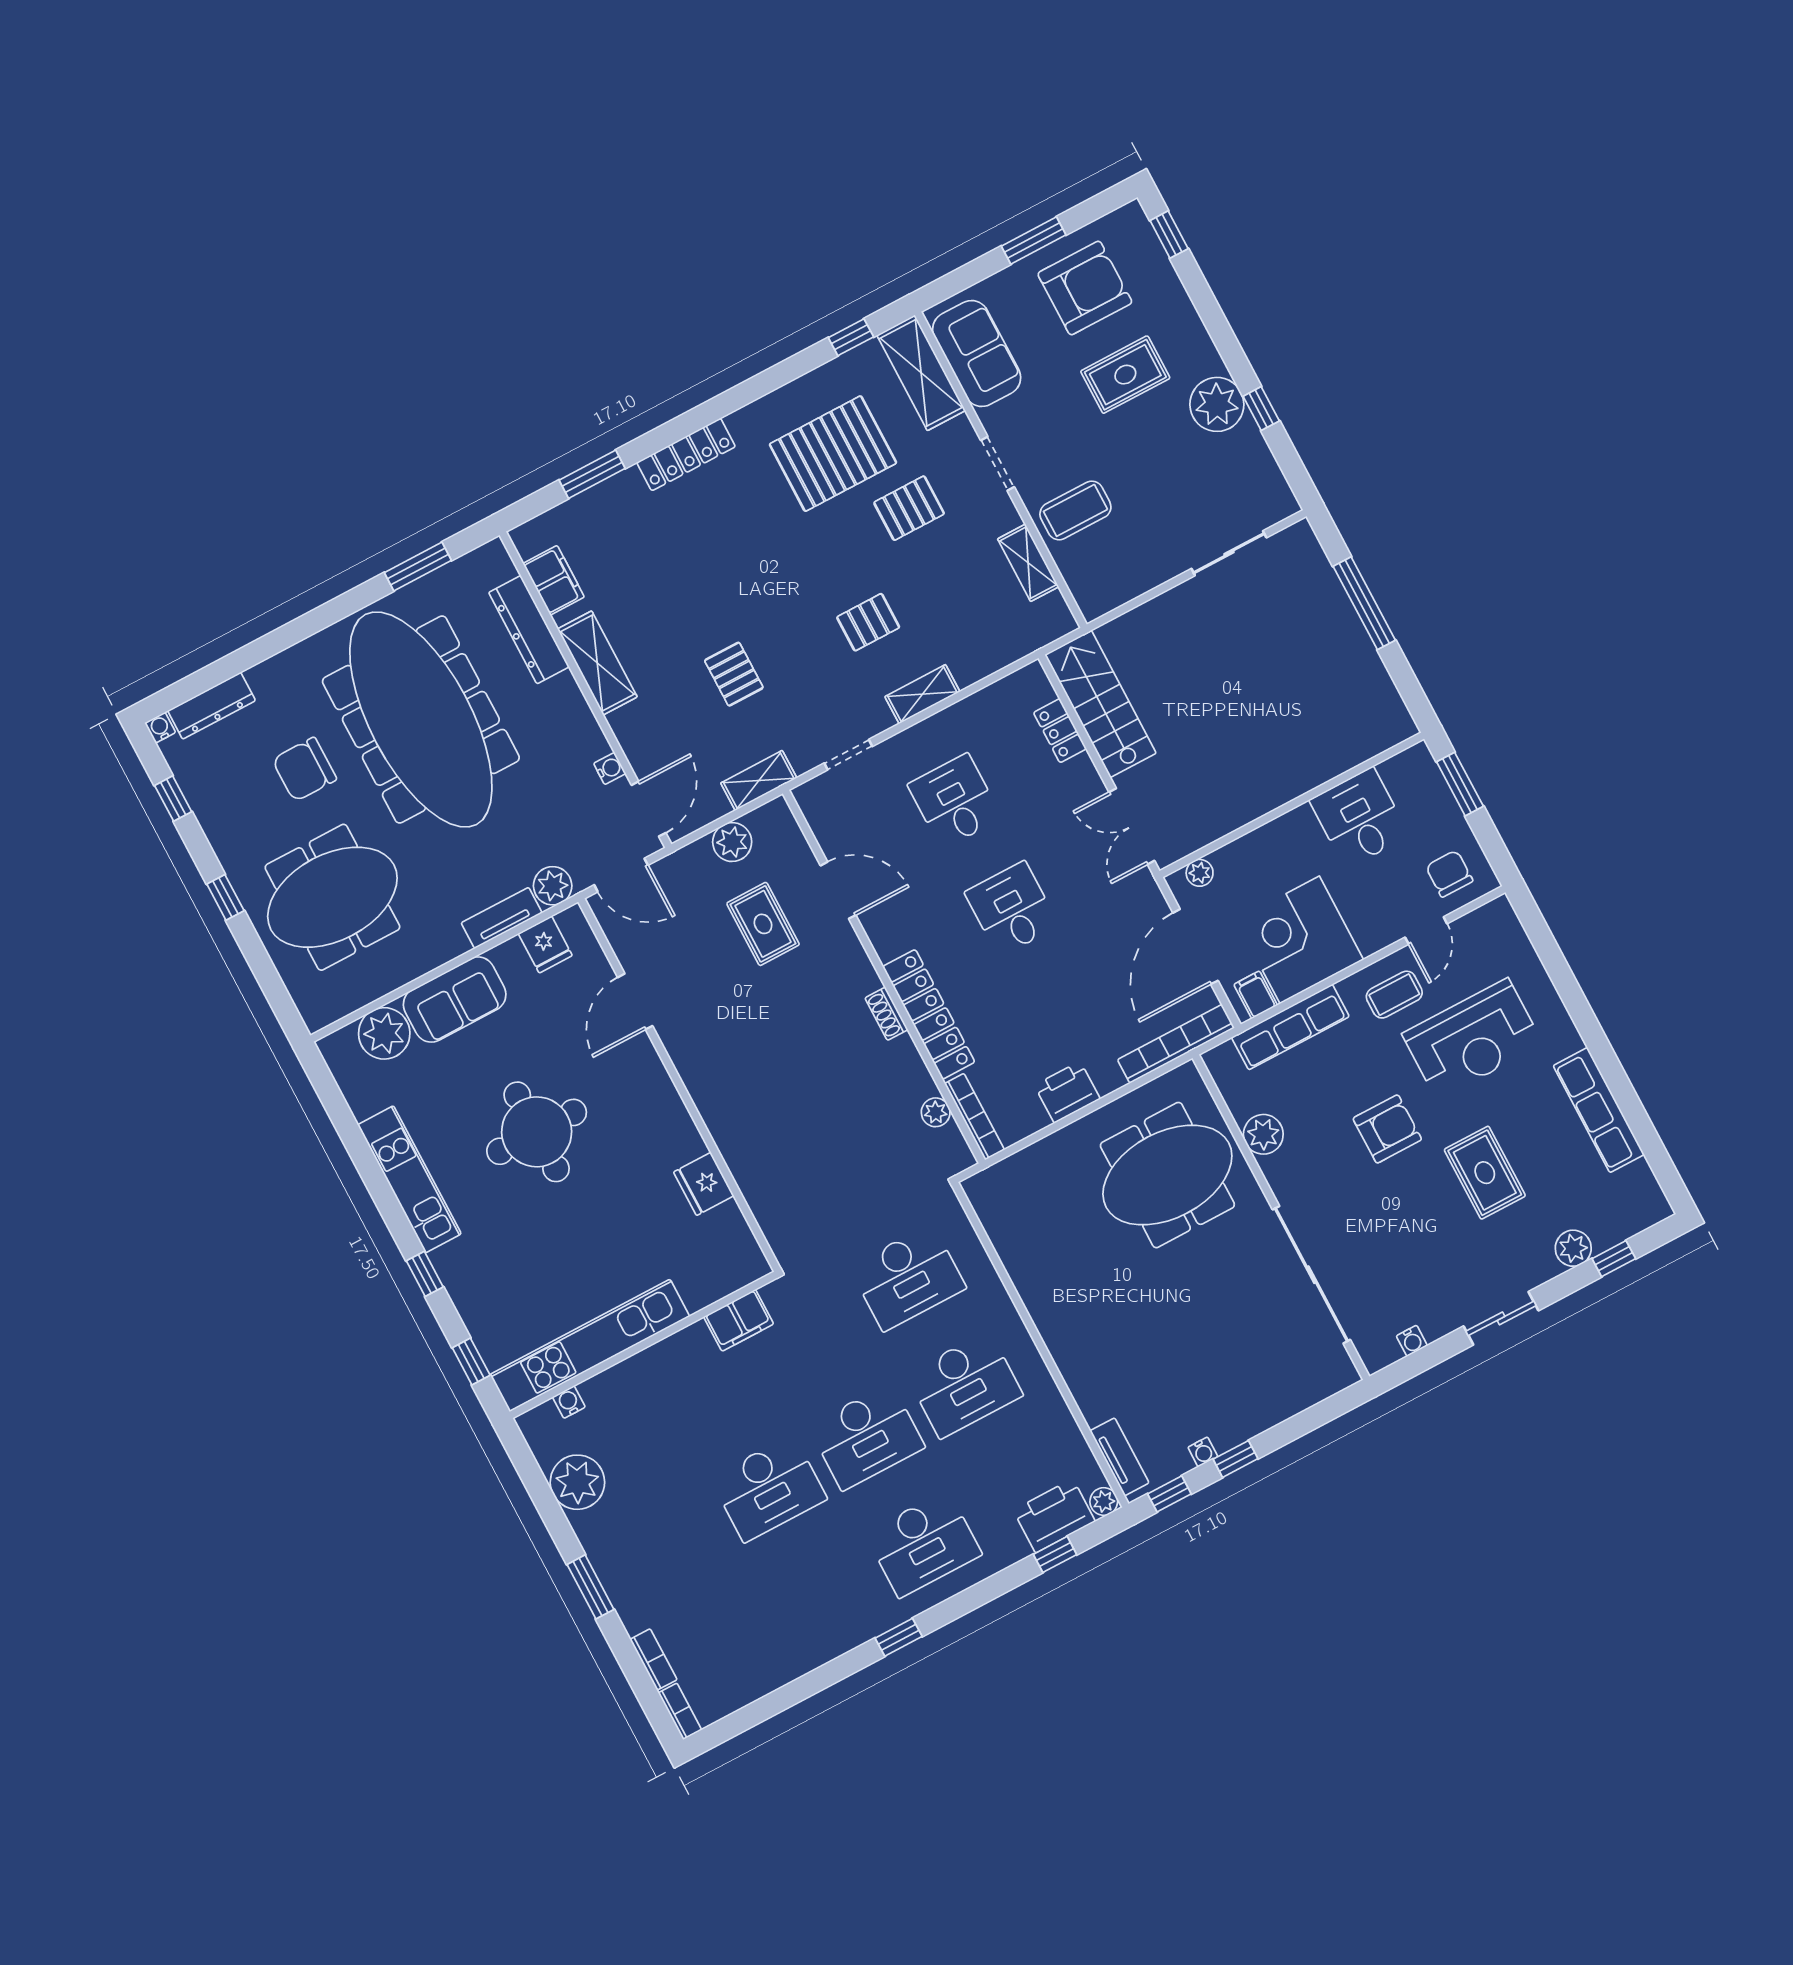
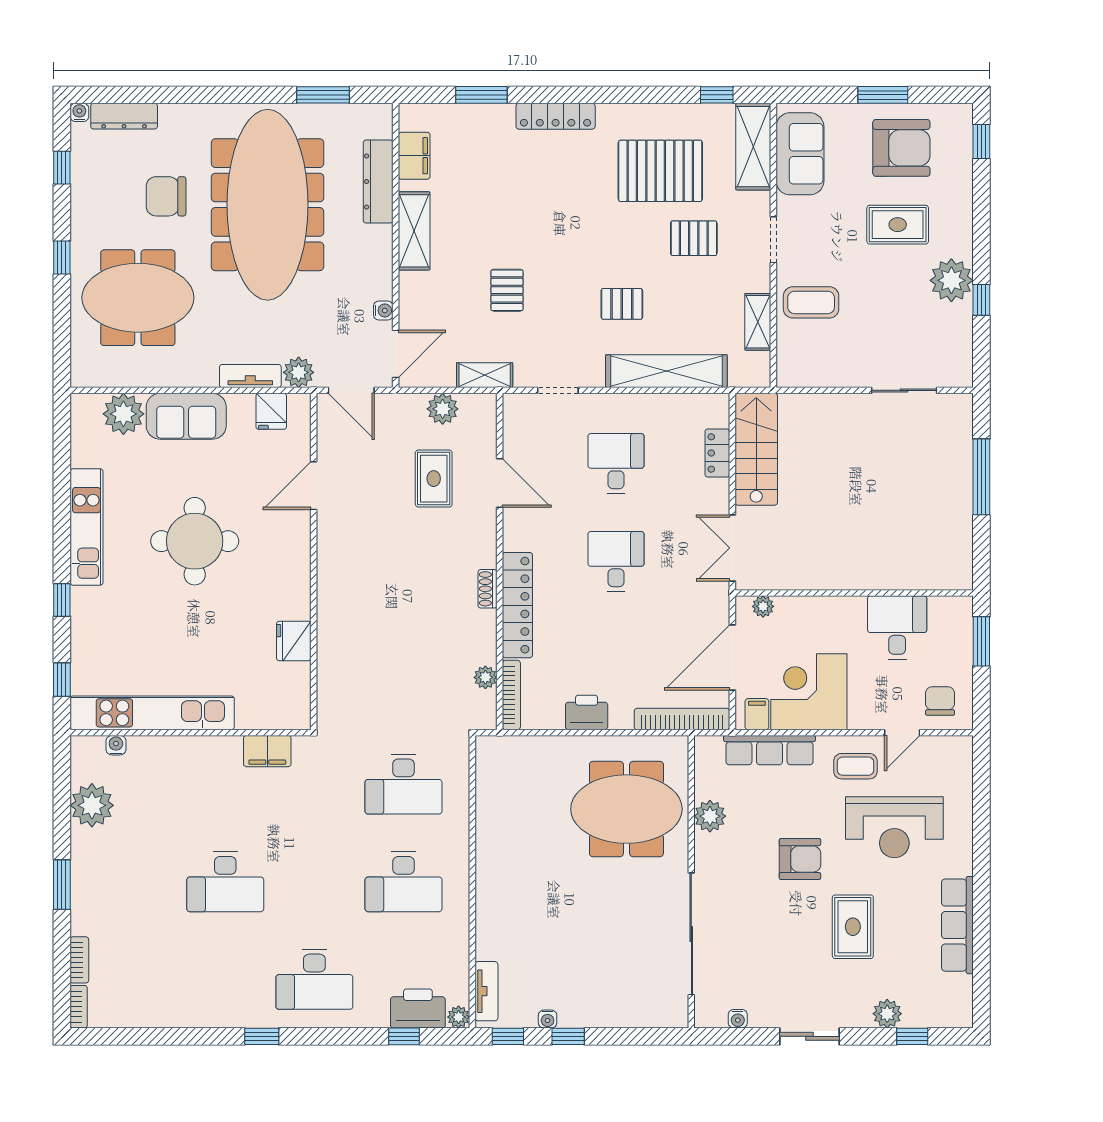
shelving: (922, 694) -> (666, 371), width x2.20, depth x1.33
desk: (867, 1437) -> (314, 882), removed

